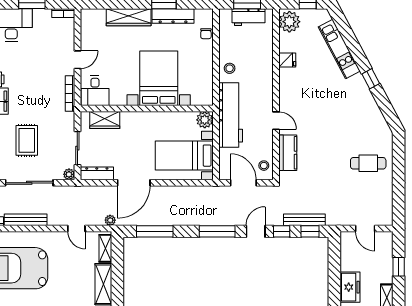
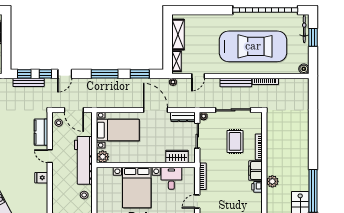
fridge: (287, 60) -> (41, 178), moved
desk: (95, 91) -> (171, 178), moved
door: (134, 183) -> (155, 110), hinge flipped
door: (76, 228) -> (198, 76), swing flipped
window: (155, 231) -> (140, 74), width x0.69
window: (217, 231) -> (105, 74), moved

